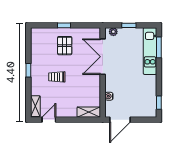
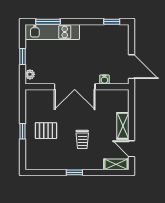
double door: (103, 57) -> (75, 87), moved
shelving: (89, 112) -> (123, 126), moved

